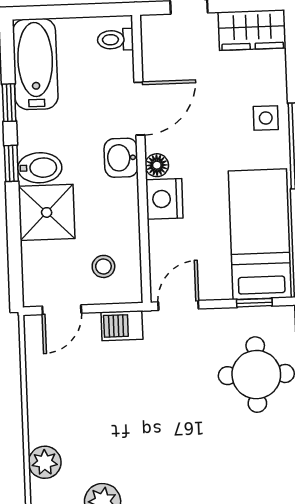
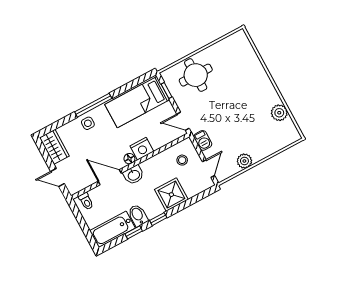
bidet: (40, 168) -> (138, 215), moved
door: (62, 310) -> (208, 169), hinge flipped
plant: (45, 462) -> (244, 161), moved

